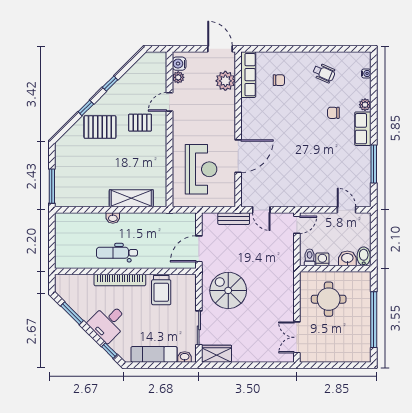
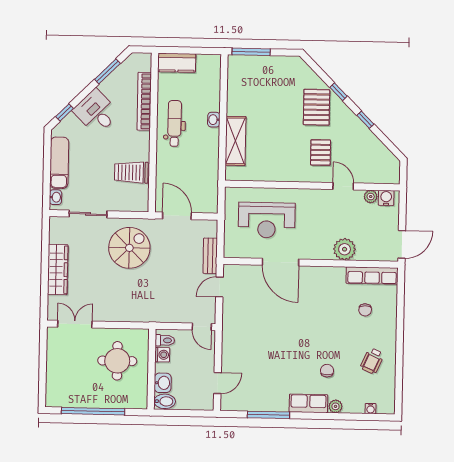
plant: (225, 81) -> (345, 249), moved
kitchen counter: (63, 252) -> (177, 63), added
bookcase: (120, 280) -> (144, 101), moved
wardrobe: (217, 354) -> (58, 270), moved, width x1.50

